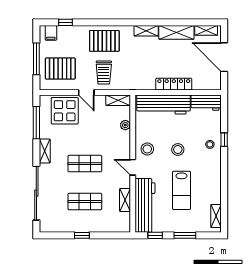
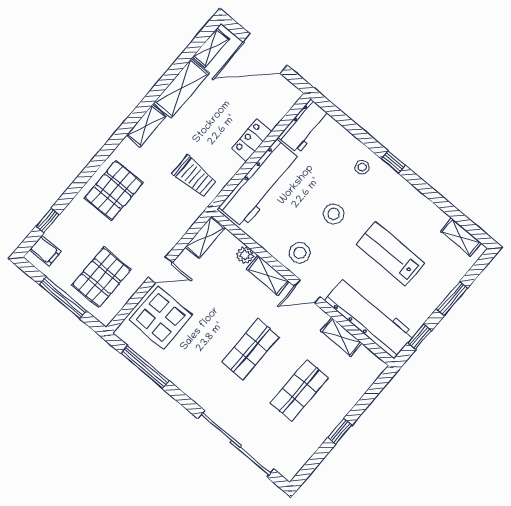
trolley: (104, 73) -> (194, 177), moved
locker: (174, 84) -> (252, 140), width x0.66
window: (224, 140) -> (393, 162), moved
shelving: (45, 151) -> (268, 275), moved
lab bench: (181, 190) -> (390, 254), turned 180

